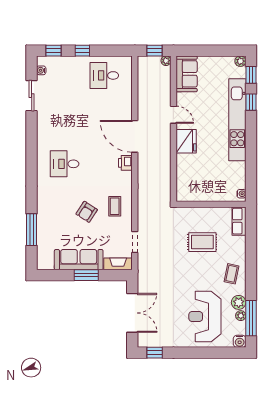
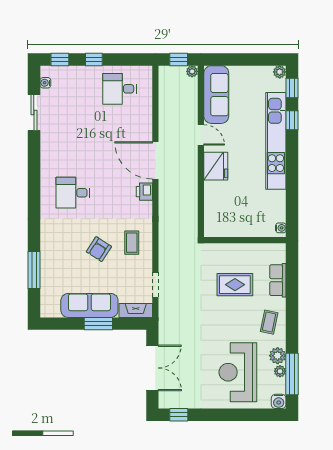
sofa: (187, 74) -> (216, 95), width x1.36
row of seats: (239, 221) -> (278, 280), moved

